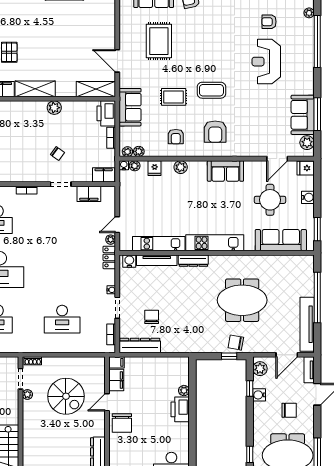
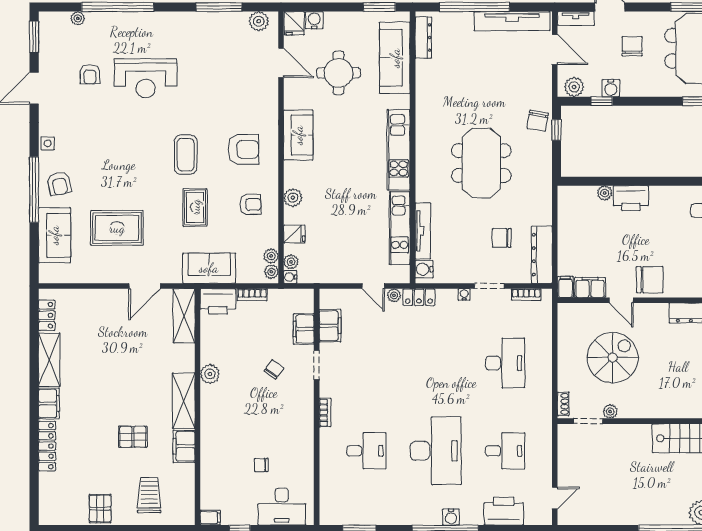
sofa: (303, 115) -> (220, 27), removed
filing cabinet: (104, 175) -> (304, 329), moved
water cooler: (308, 197) -> (314, 20), moved
dresser: (193, 261) -> (423, 38), moved
meeting table: (242, 300) -> (481, 163), moved

